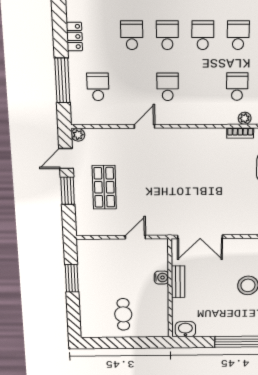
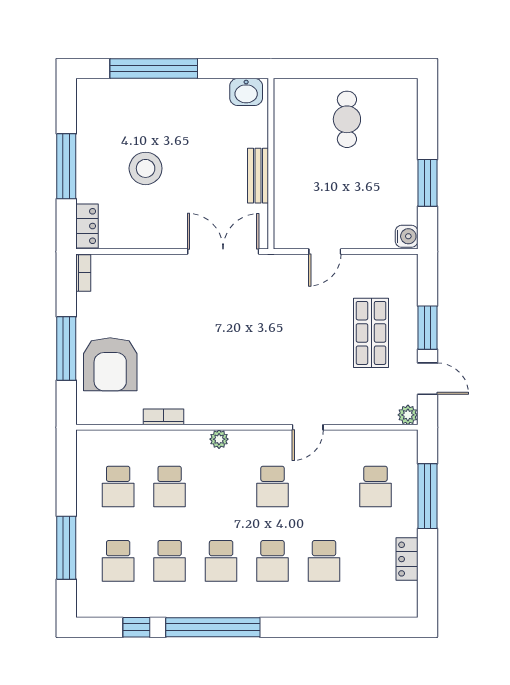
plant: (245, 118) -> (219, 439), moved
door: (66, 158) -> (427, 379), hinge flipped
water cooler: (161, 278) -> (407, 236), moved, turned 180

